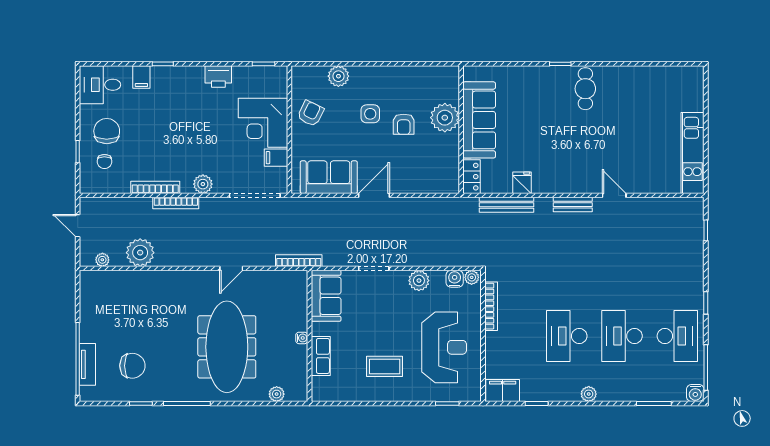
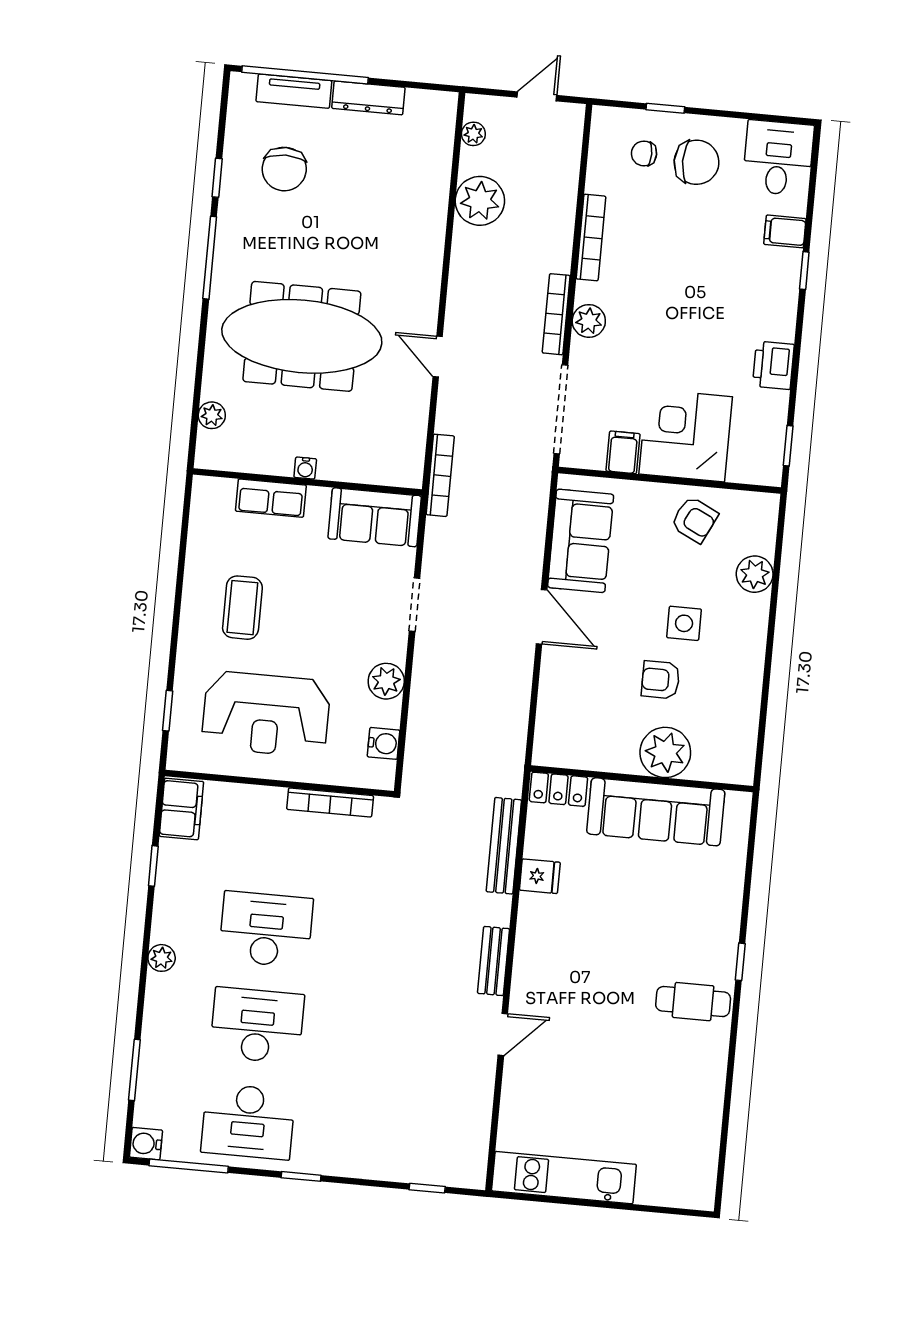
bookcase: (176, 203) -> (556, 314), moved
plant: (472, 277) -> (383, 773), removed
dresser: (87, 322) -> (368, 98), added

